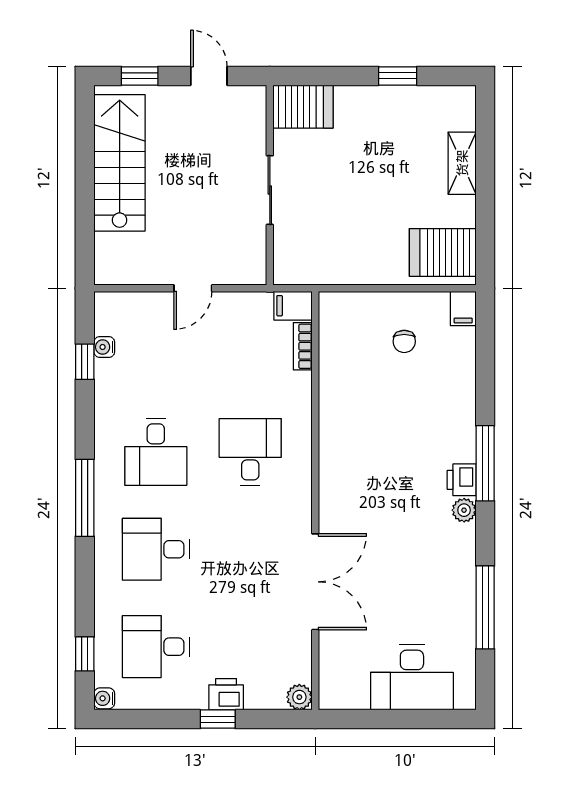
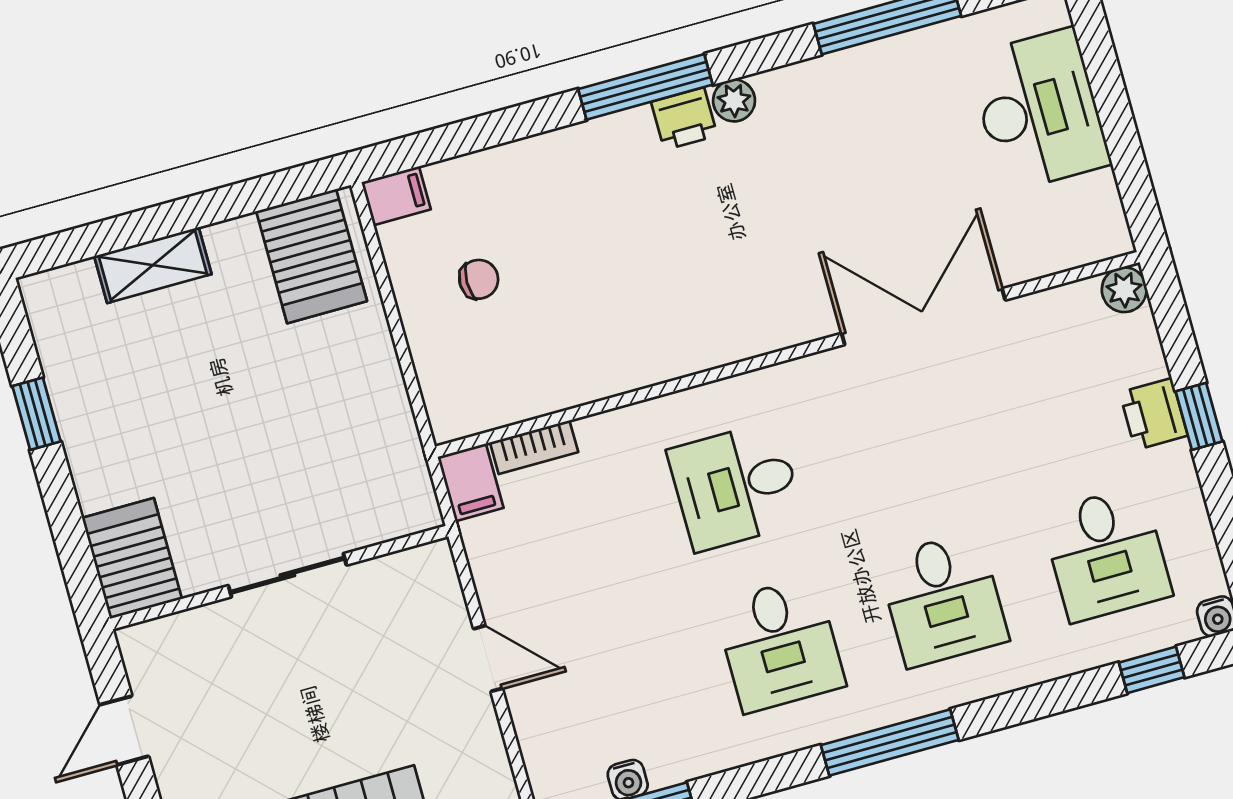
desk: (156, 452) -> (780, 645), turned 90

